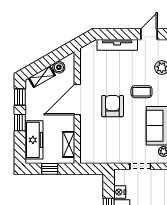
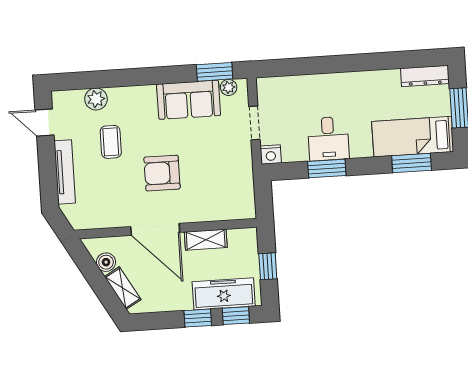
coffee table: (142, 92) -> (111, 142), moved
window: (20, 97) -> (236, 316), moved
shelving: (69, 144) -> (206, 240), moved
nightstand: (120, 192) -> (271, 154), moved

